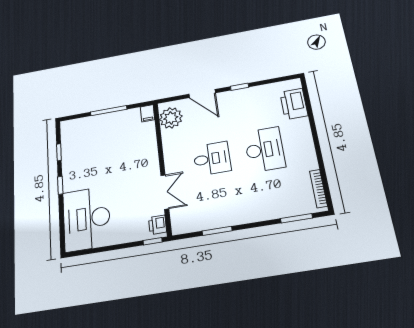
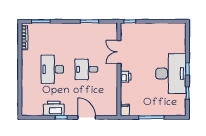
printer: (294, 104) -> (54, 108), moved, turned -90
plant: (171, 118) -> (110, 103), removed
desk: (87, 219) -> (171, 74), moved
printer: (158, 225) -> (126, 77), moved

